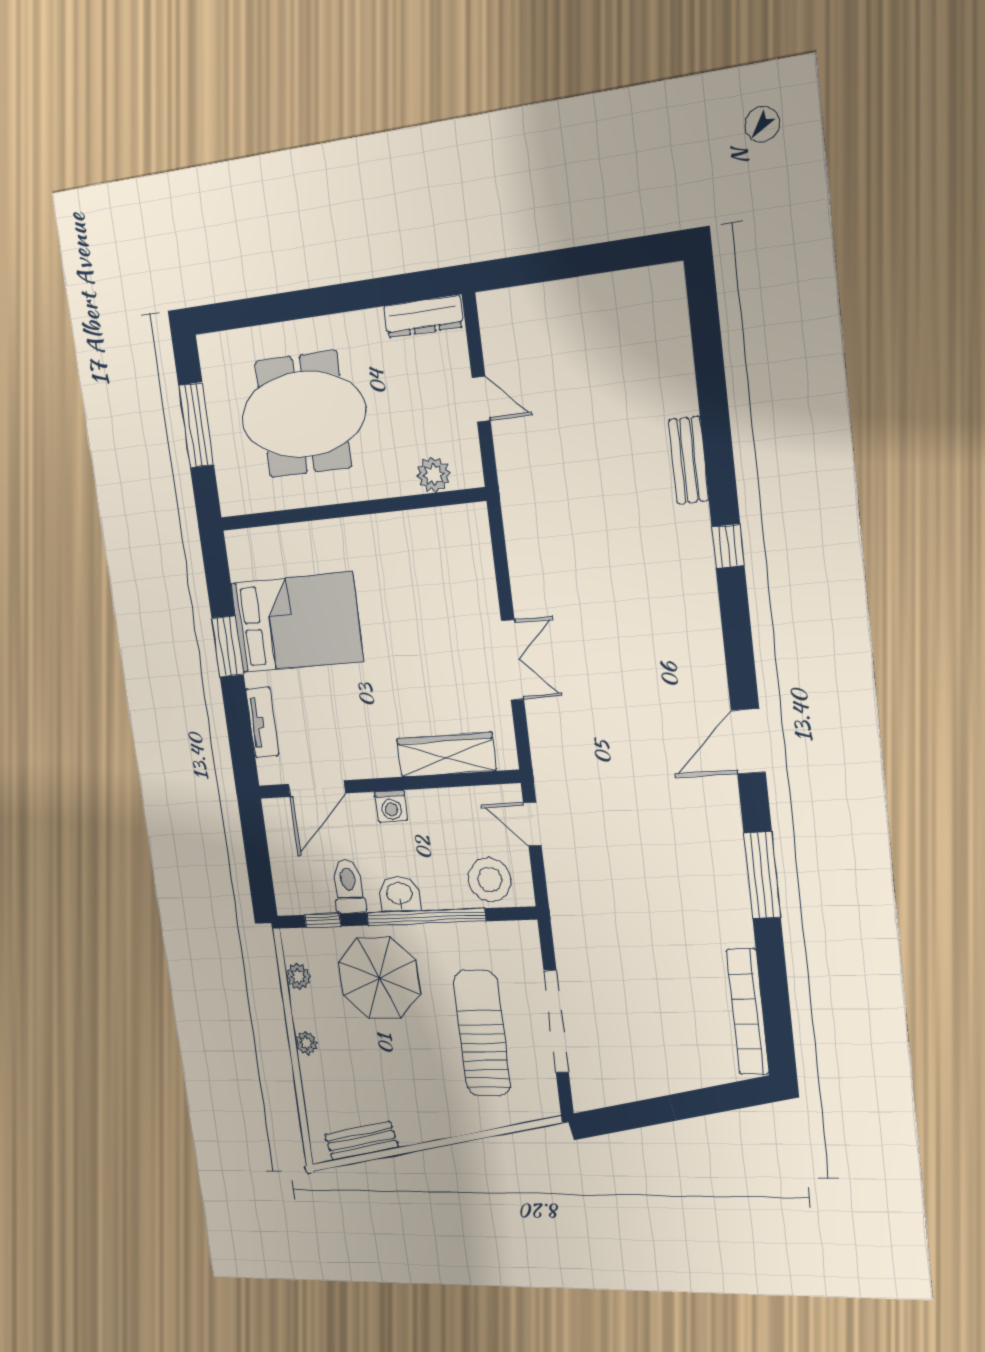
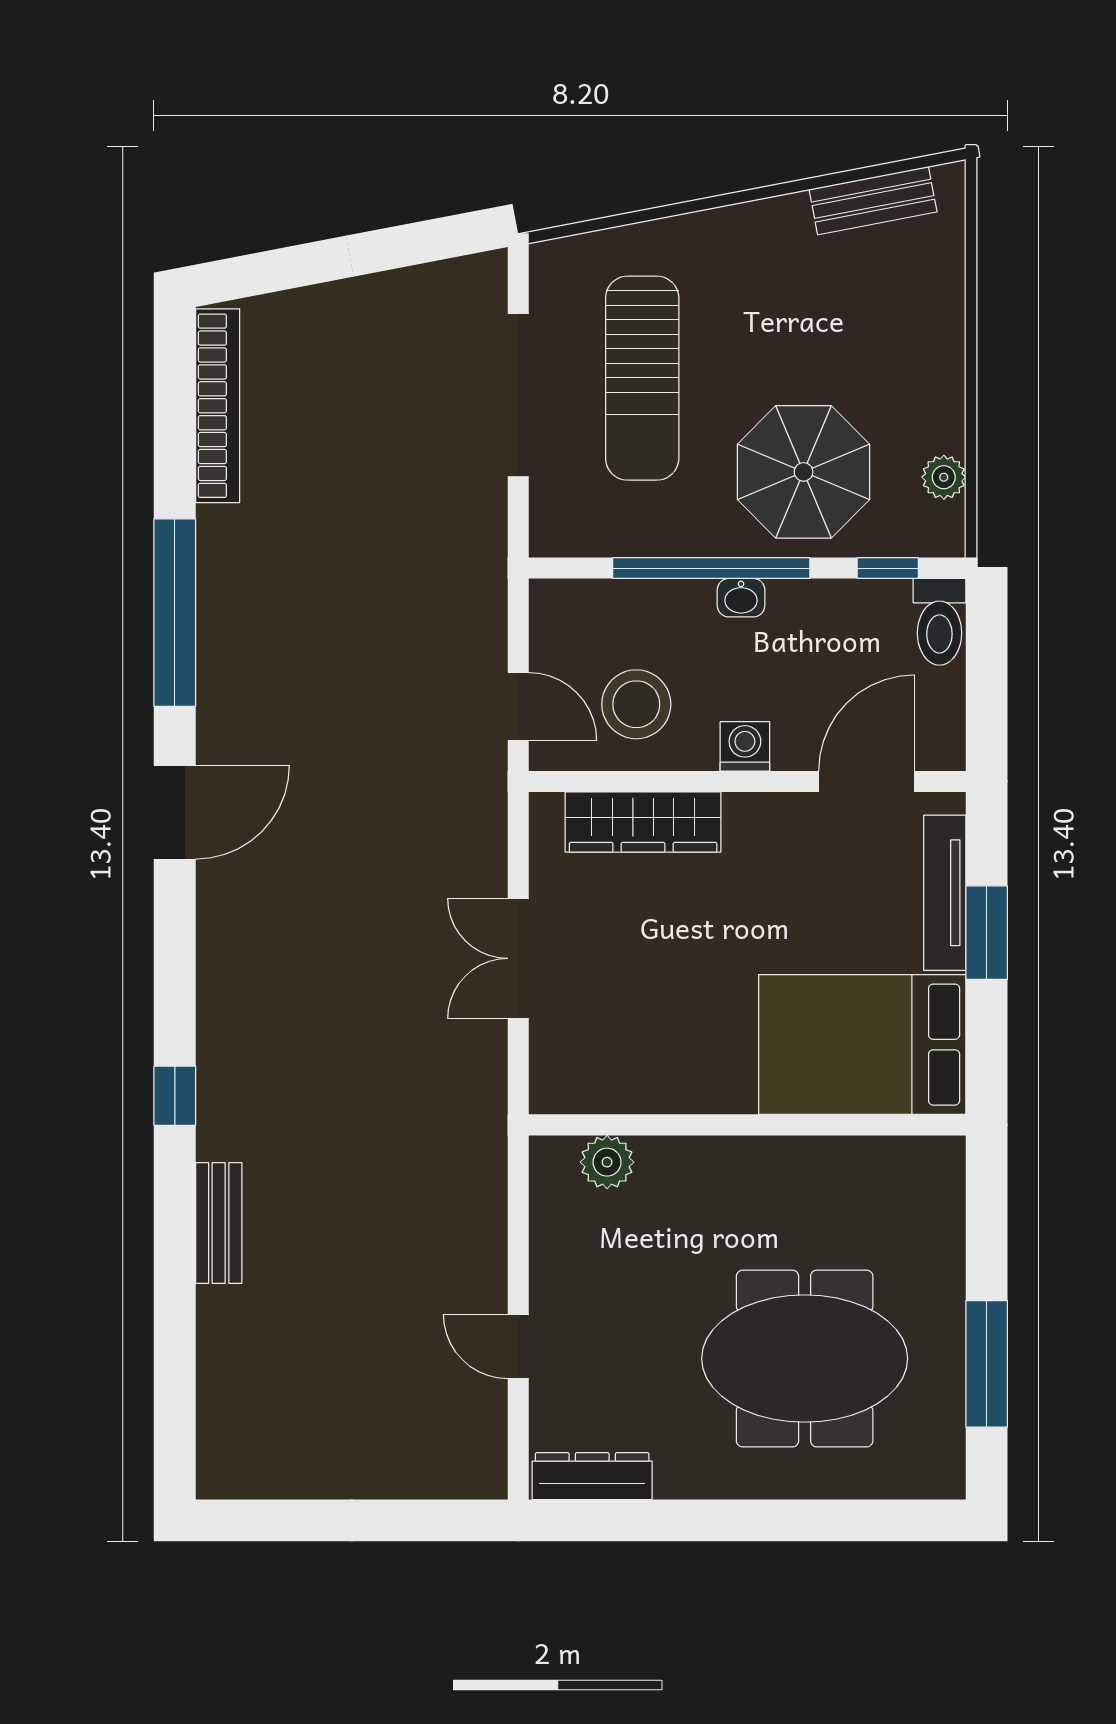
plant: (434, 475) -> (607, 1162), moved
wall: (351, 509) -> (747, 1125), moved
window: (228, 646) -> (987, 933), moved
tv unit: (262, 722) -> (945, 893), width x1.41
window: (762, 875) -> (175, 613), width x1.46
stool: (490, 880) -> (636, 704), moved
toilet: (349, 887) -> (939, 622), moved
washbasin: (400, 894) -> (741, 598), width x0.72, depth x0.69
plant: (306, 1043) -> (946, 366), removed

